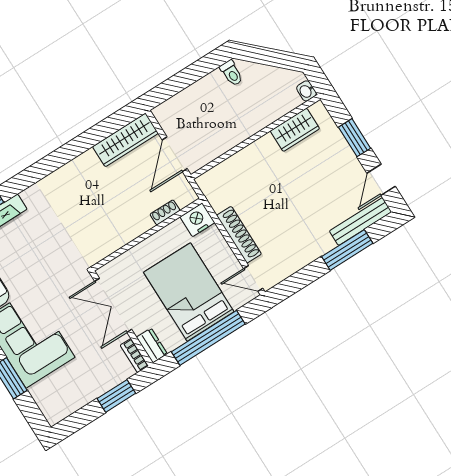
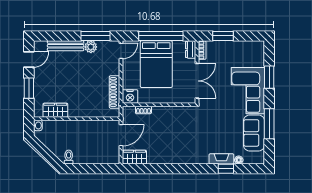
wardrobe: (125, 140) -> (134, 157), width x0.67
bench: (361, 221) -> (66, 46), moved
shoe rack: (239, 235) -> (115, 92), moved
window: (347, 250) -> (95, 36), moved
plant: (302, 256) -> (91, 47), added
door: (253, 279) -> (121, 51), hinge flipped

